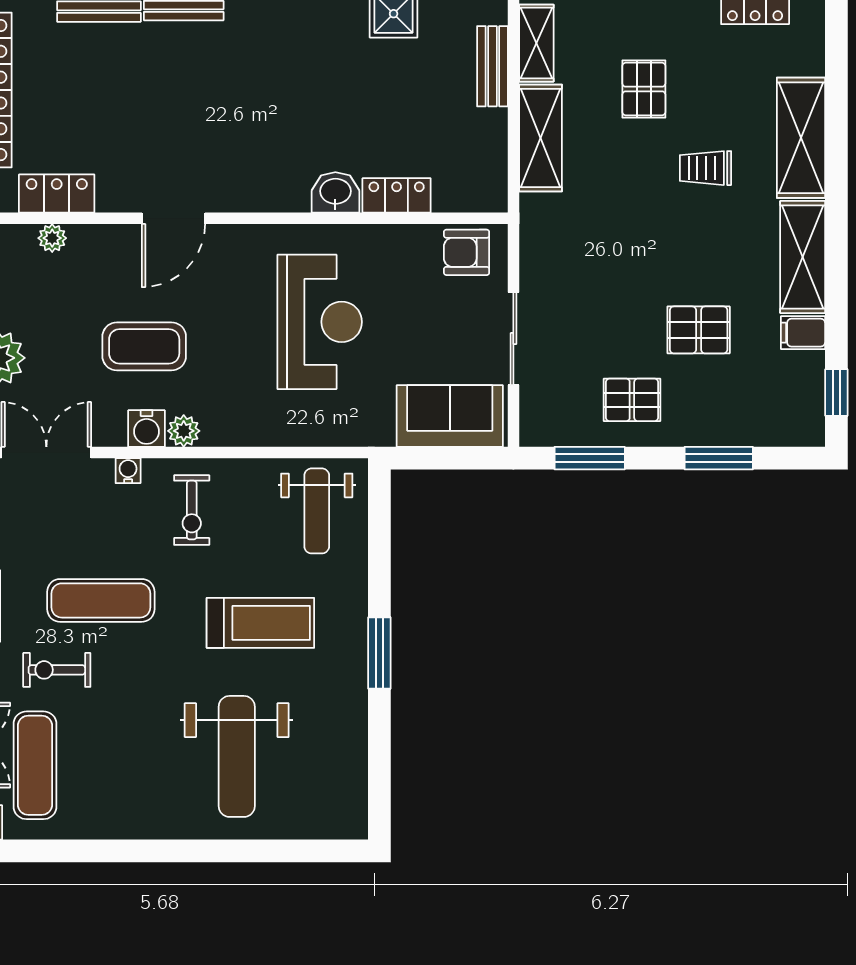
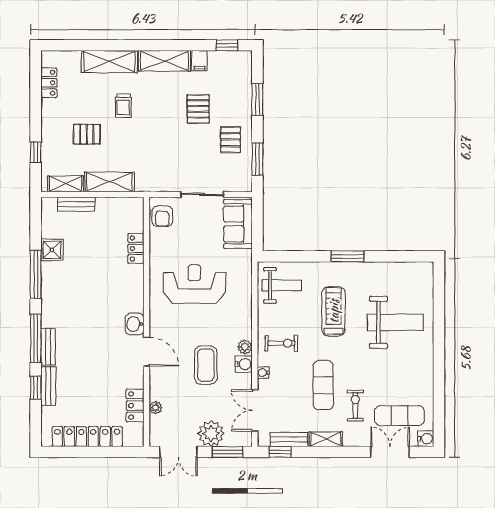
washbasin: (335, 192) -> (135, 324), moved
exercise bike: (57, 670) -> (355, 406), turned 180

